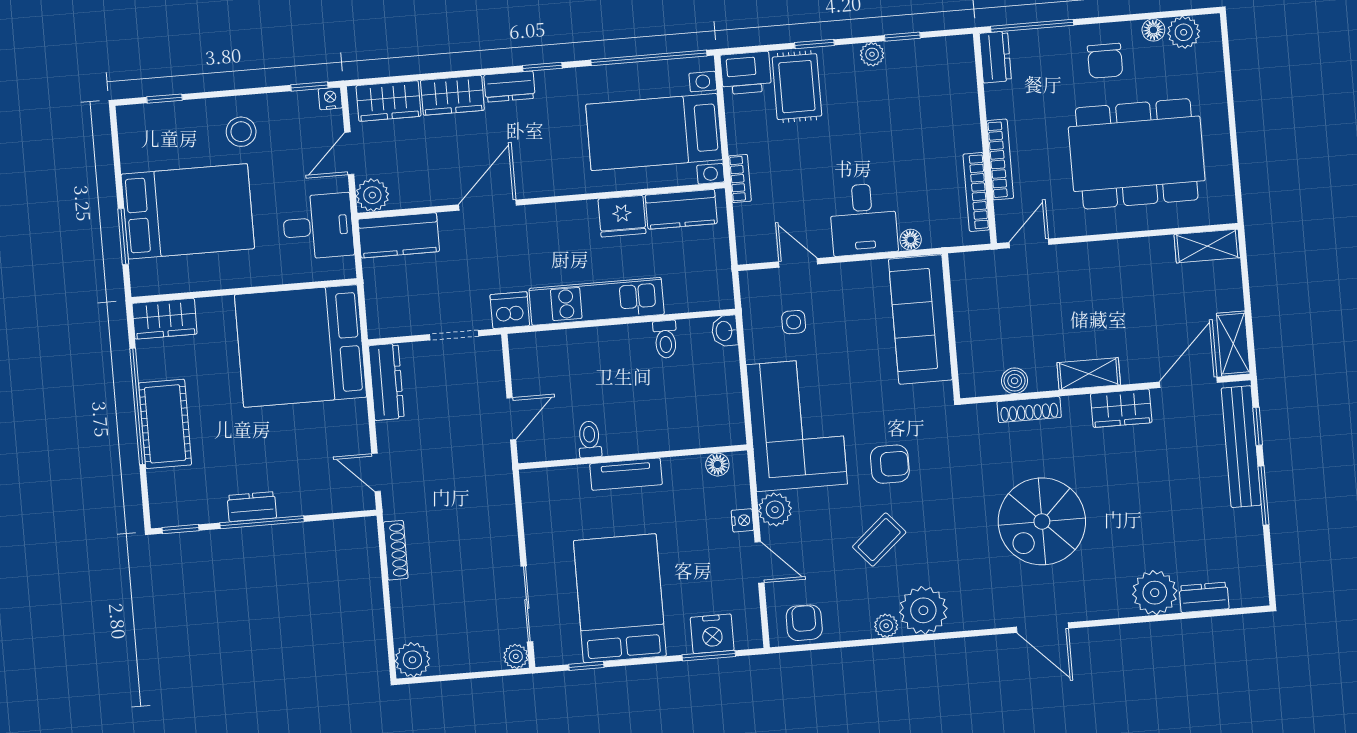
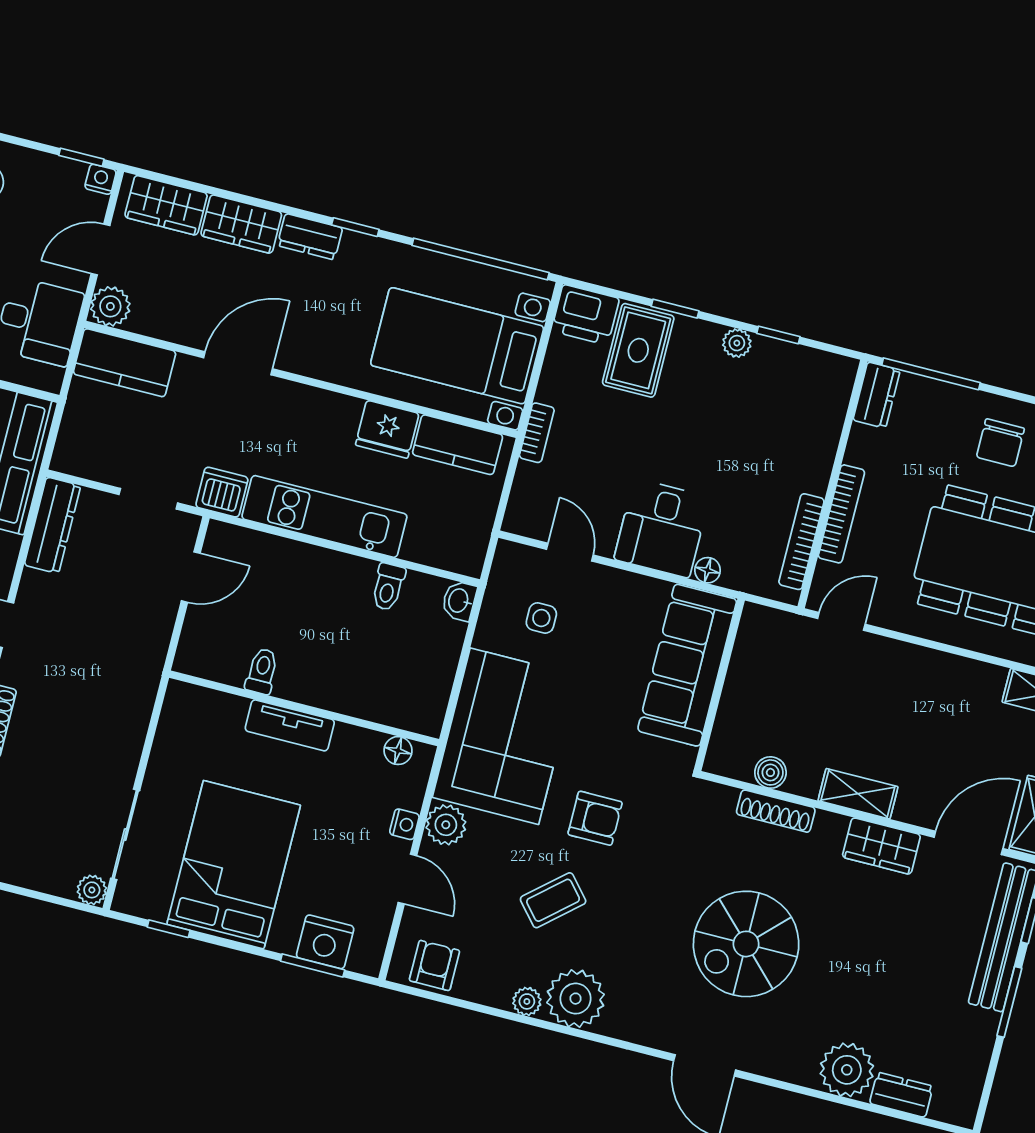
door: (511, 419) -> (191, 577), moved

